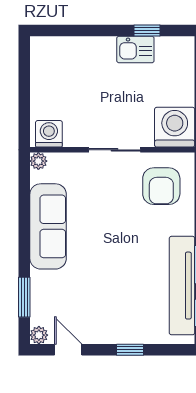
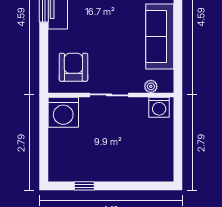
kitchen sink: (135, 50) -> (93, 171), removed
plant: (38, 161) -> (151, 86), moved

